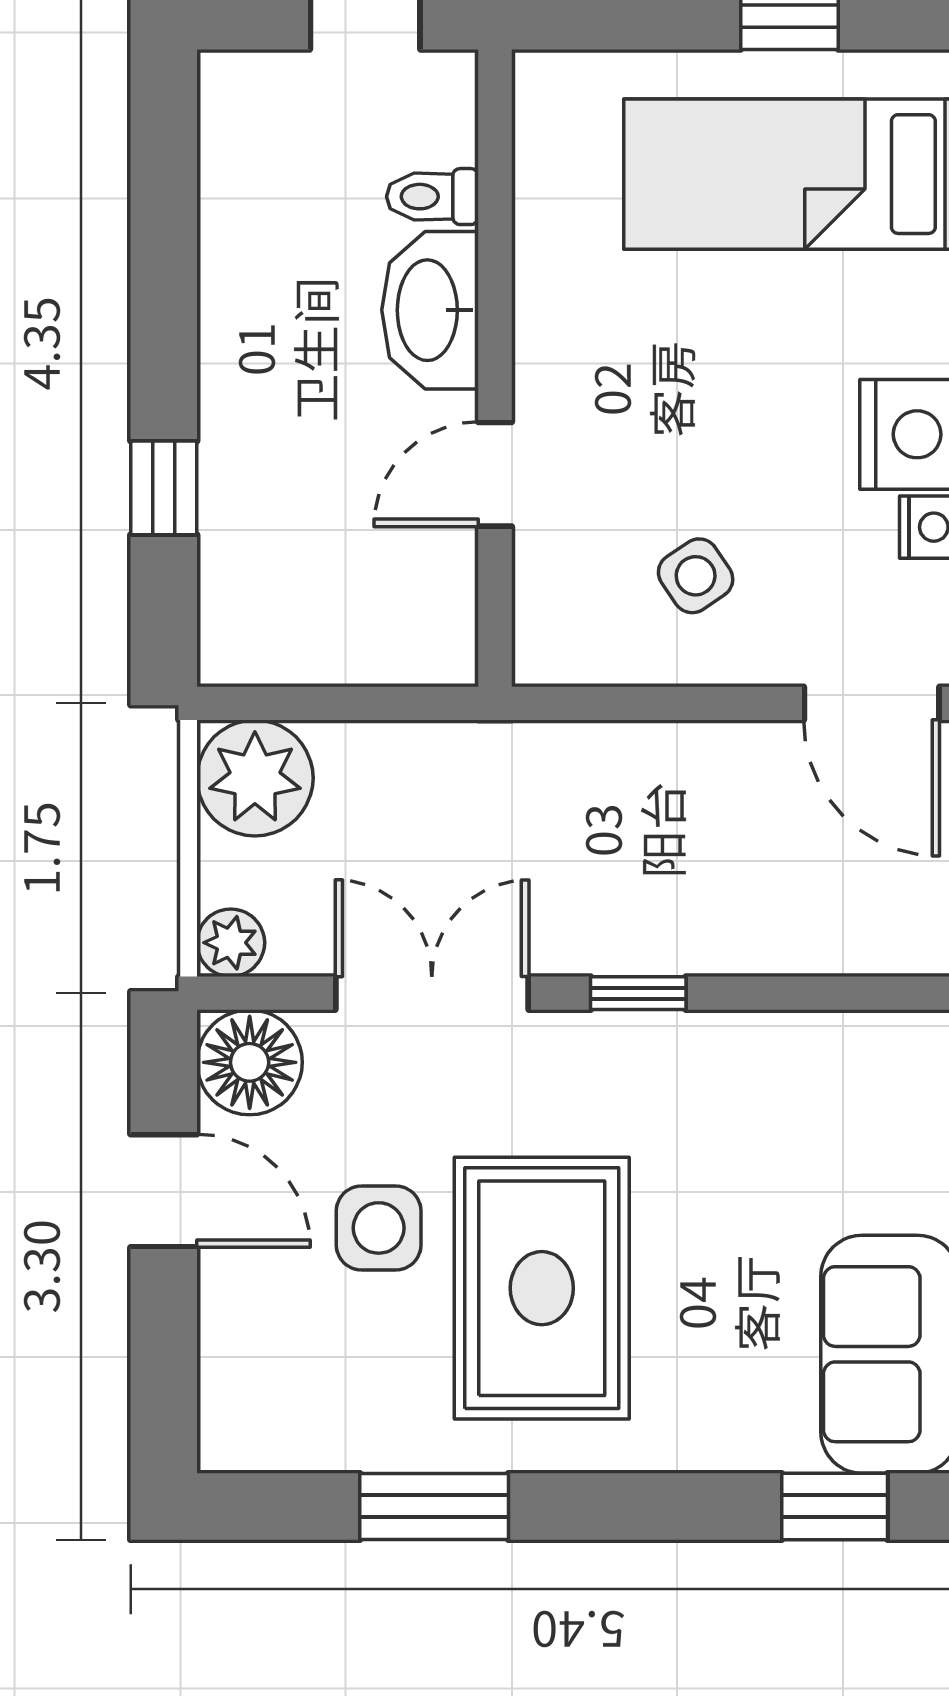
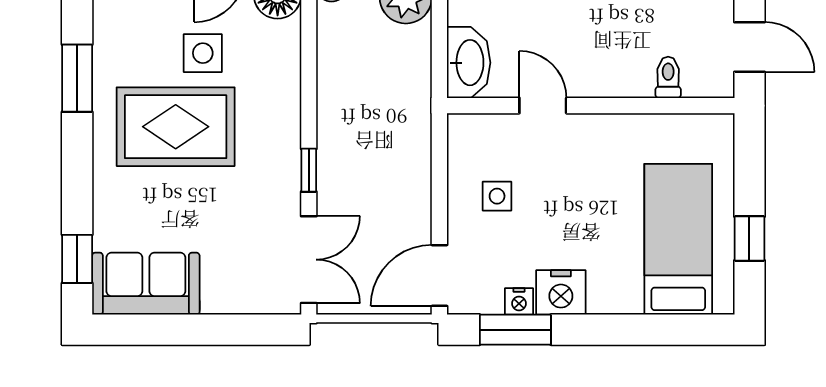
washbasin: (430, 310) -> (469, 63), moved, turned 90
side table: (696, 576) -> (497, 196), turned 34
double door: (432, 993) -> (309, 260), moved

